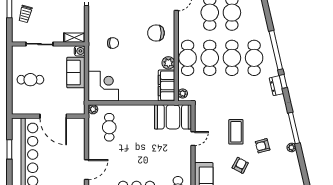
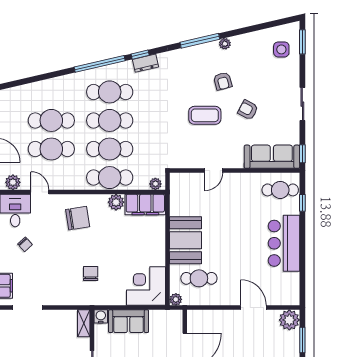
chair: (156, 33) -> (78, 218), turned -99
booth: (173, 117) -> (186, 240), moved
door: (193, 139) -> (214, 171), swing flipped

